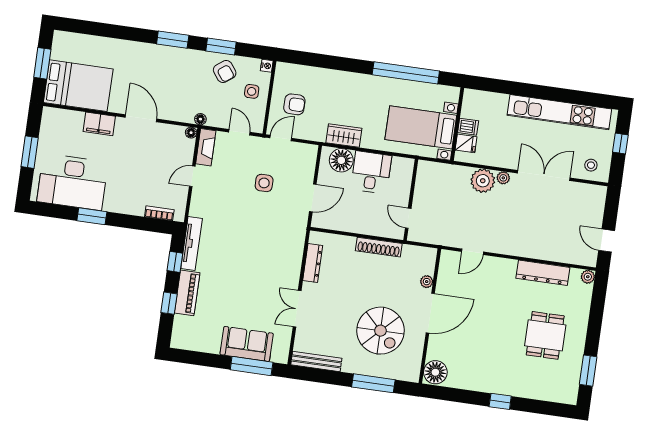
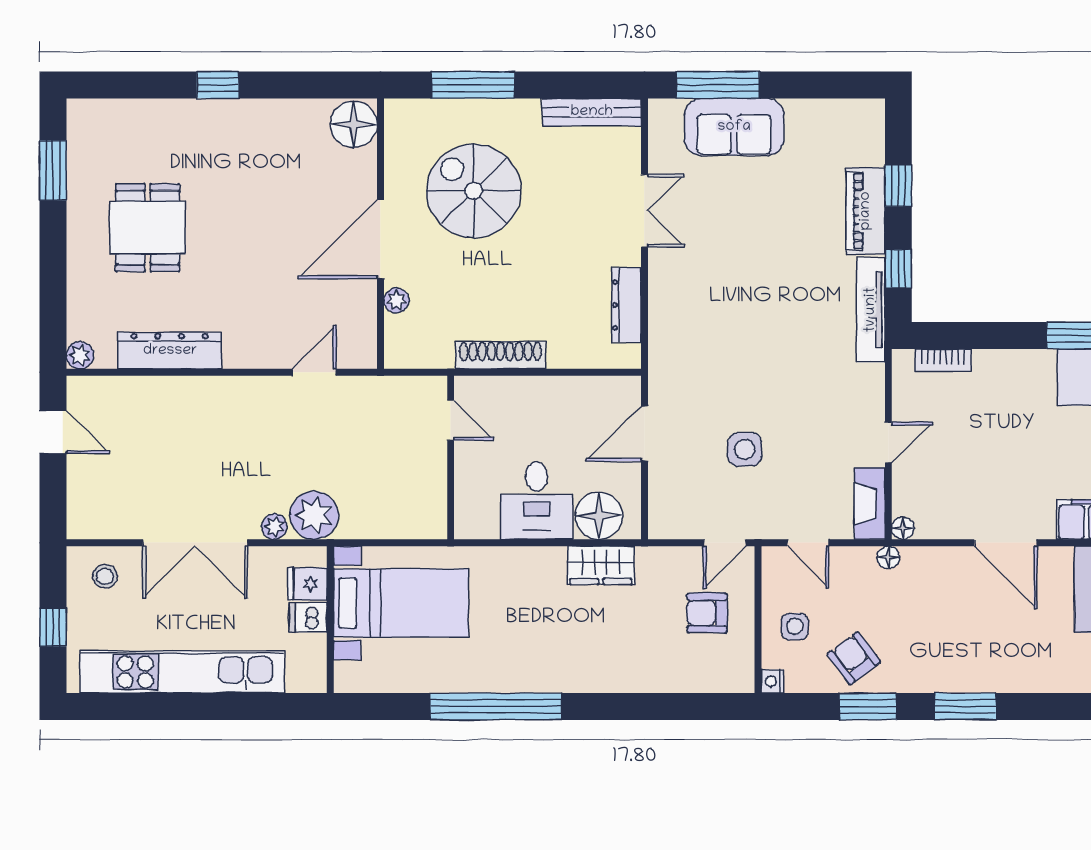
wall: (457, 124) -> (330, 620), moved
bed with nightstands: (421, 127) -> (401, 603), moved
dishwasher: (468, 127) -> (308, 618), moved
fridge: (466, 143) -> (307, 584), moved

